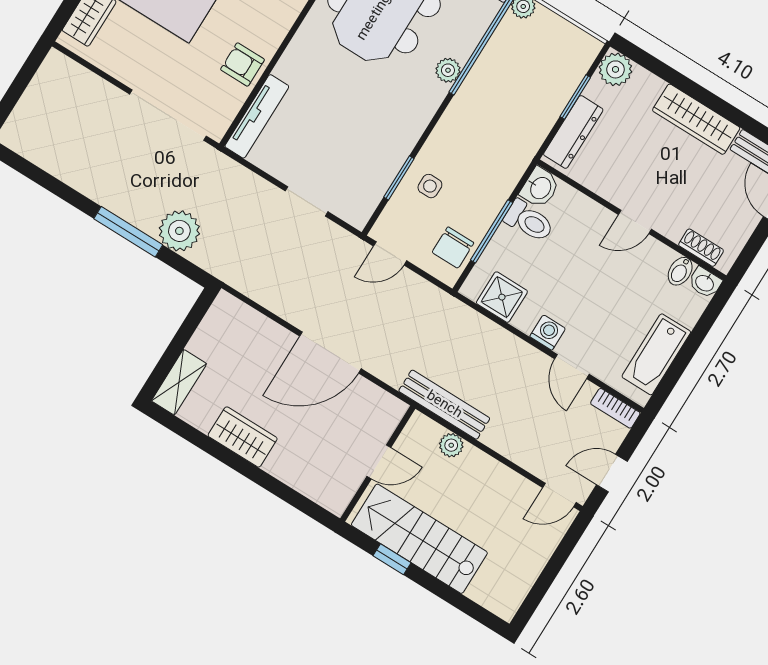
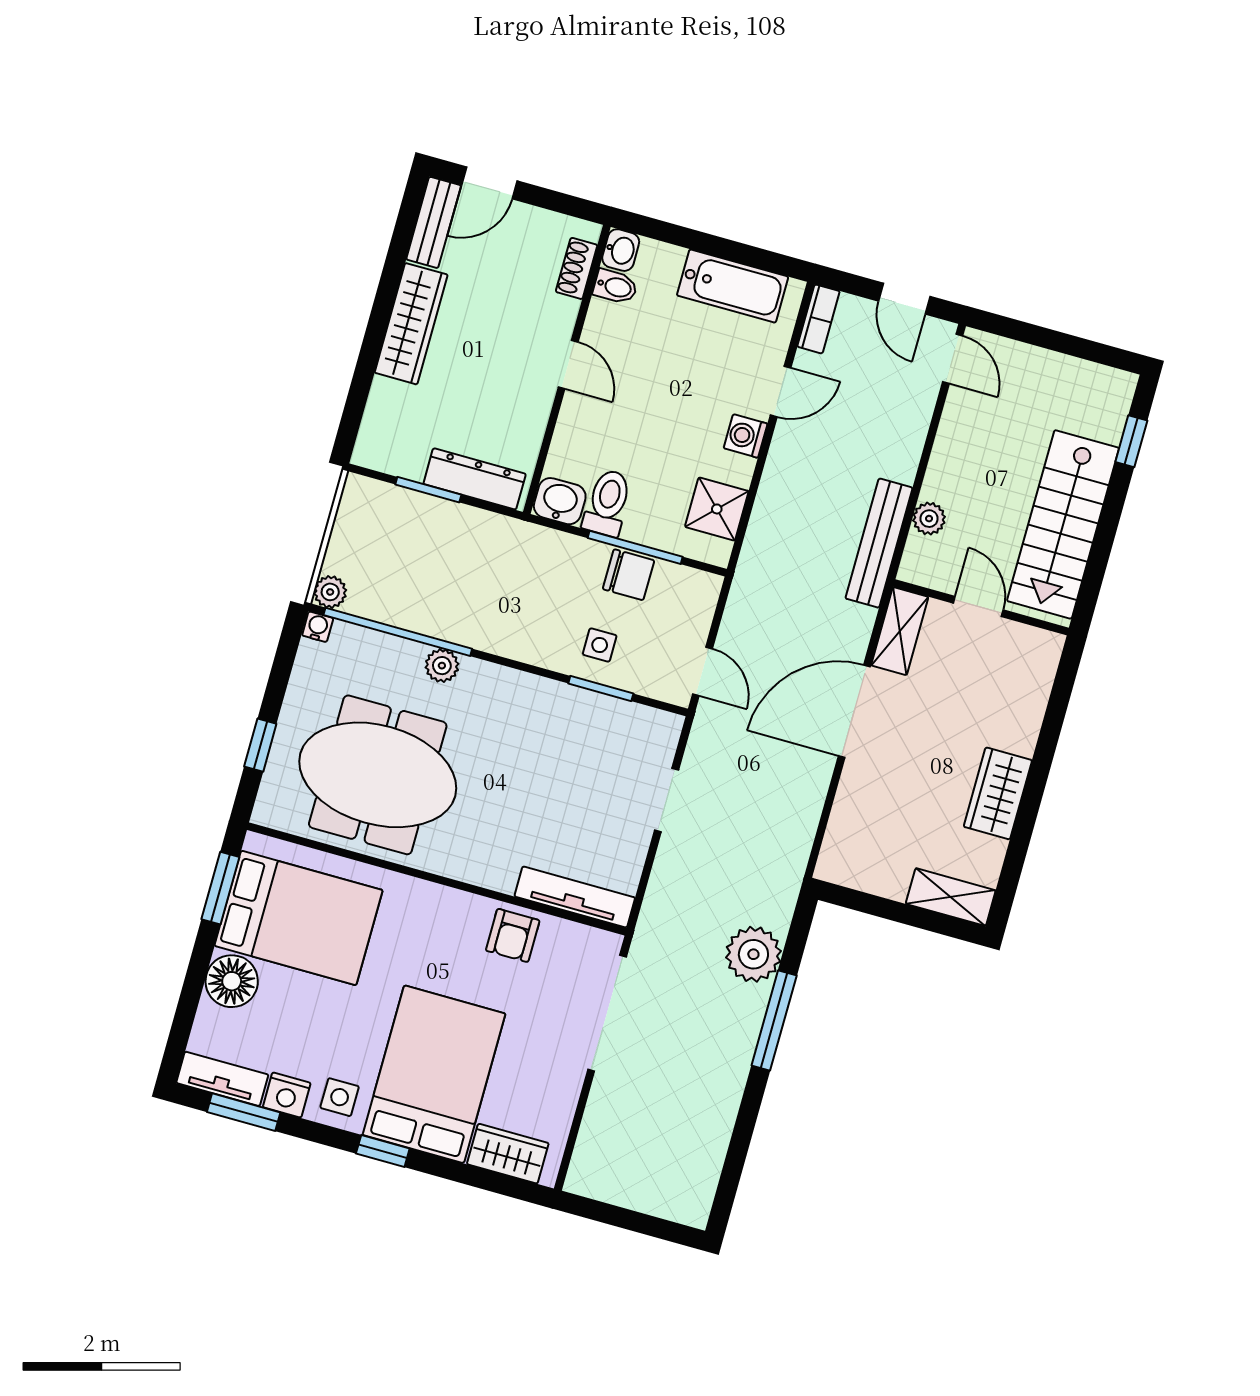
plant: (615, 69) -> (377, 448), removed
chair: (453, 248) -> (629, 575), moved
door: (330, 352) -> (854, 711), swing flipped
shelving: (378, 401) -> (900, 631), added
window: (392, 559) -> (1131, 441), moved

